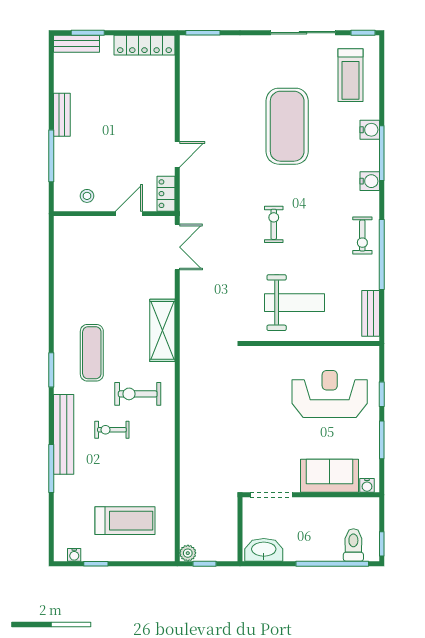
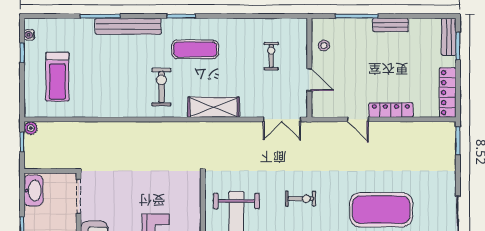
locker: (166, 194) -> (391, 110), moved, width x1.53
exercise bike: (112, 430) -> (271, 56), moved

